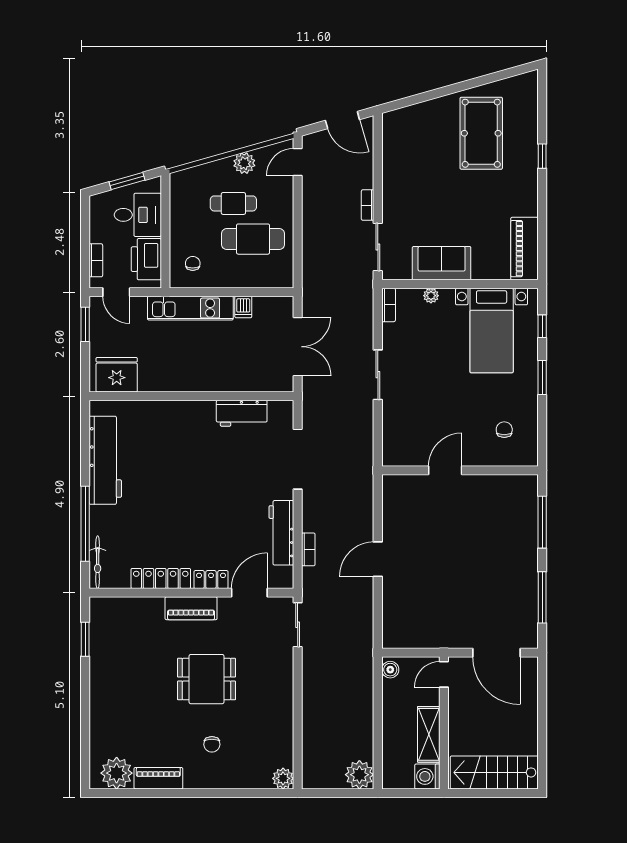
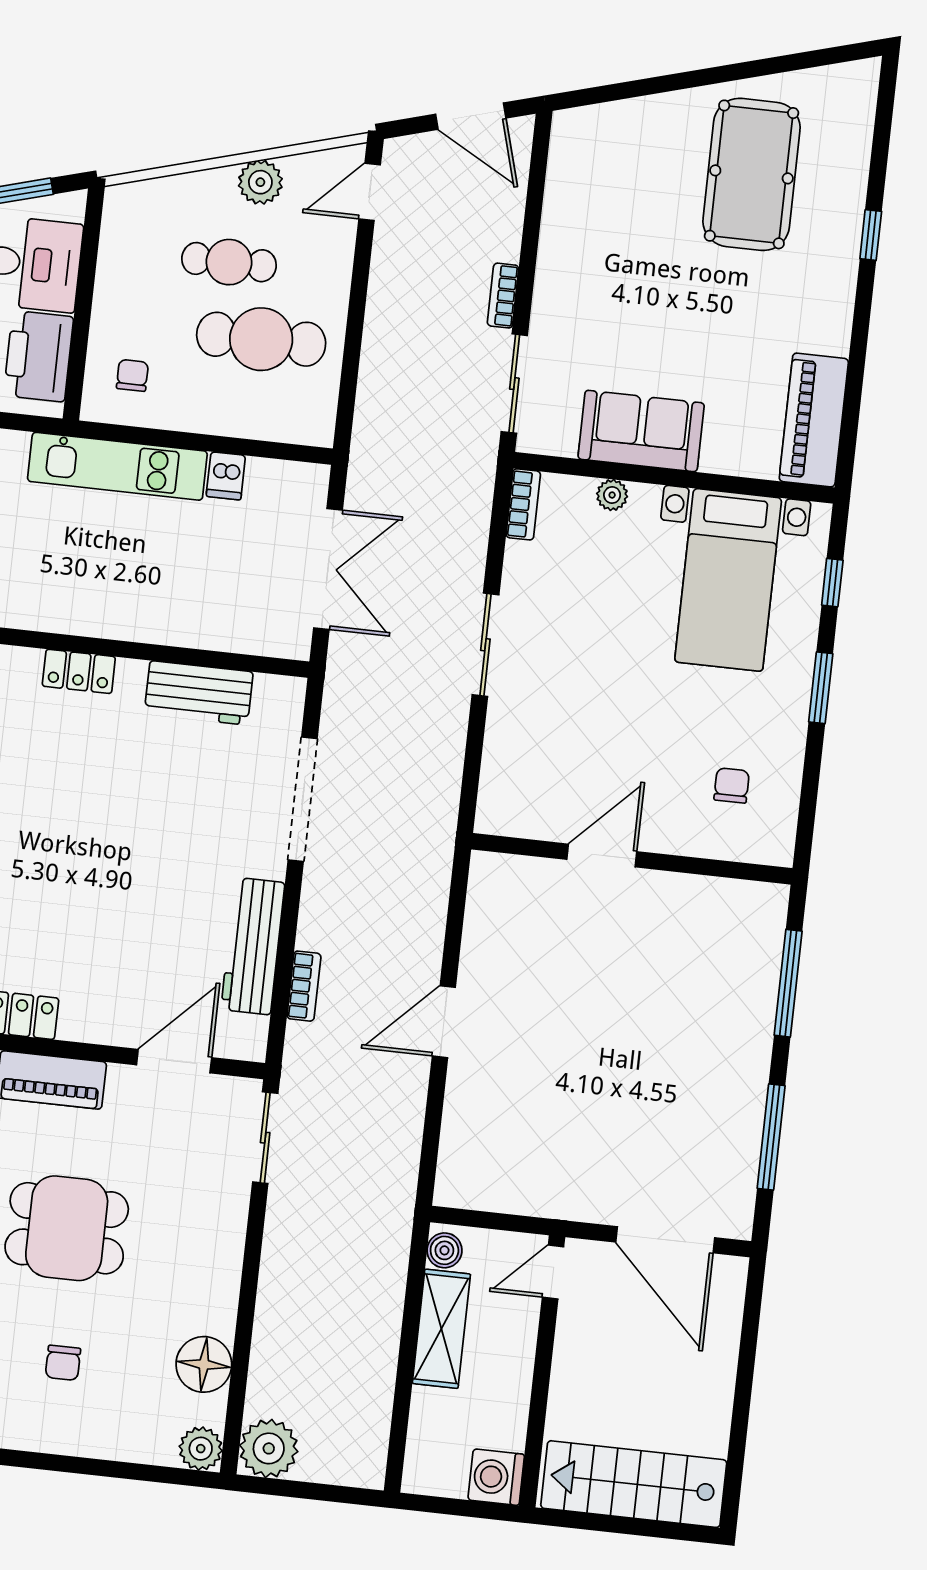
locker: (211, 580) -> (79, 671), moved, turned 180
shelving: (429, 734) -> (441, 1329), moved
floor lamp: (280, 738) -> (204, 1364), added
plant: (359, 775) -> (269, 1448), moved

